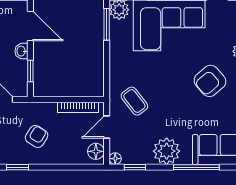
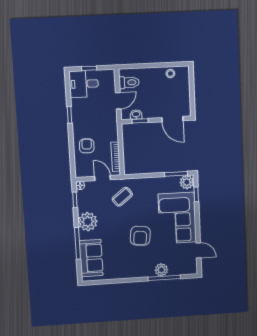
door: (30, 26) -> (172, 119), hinge flipped
washbasin: (21, 51) -> (136, 114), moved
armchair: (210, 81) -> (140, 236), moved, turned -133
armchair: (37, 136) -> (87, 146), moved, turned -119
floor lamp: (96, 151) -> (85, 171), removed

